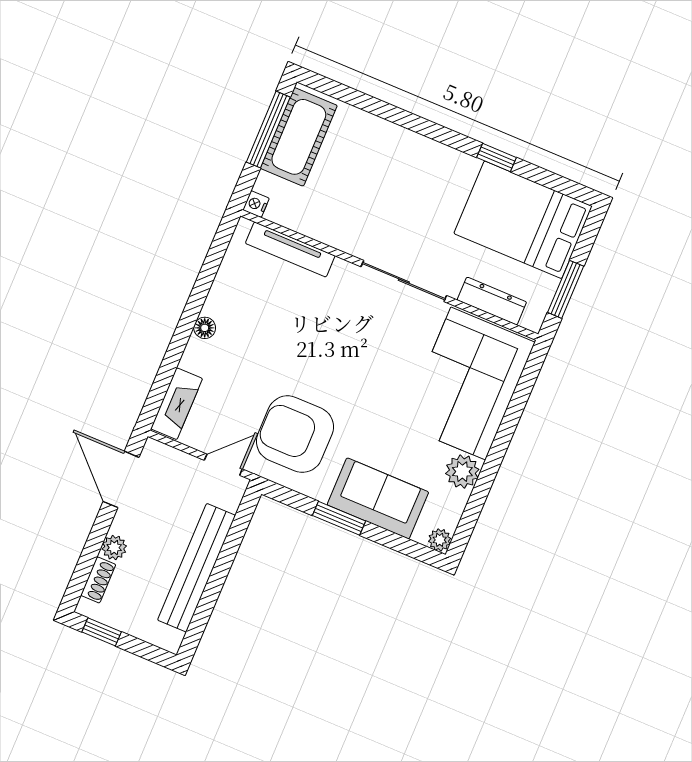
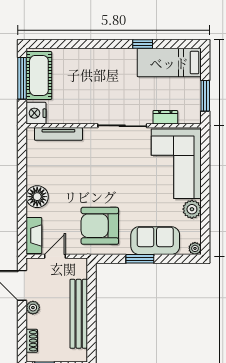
nightstand: (256, 204) -> (36, 113), width x1.89, depth x1.79
bed: (523, 220) -> (169, 63), width x0.67
dresser: (492, 301) -> (165, 117), width x0.70
floor lamp: (205, 328) -> (37, 197), width x1.89, depth x1.89
door: (223, 465) -> (55, 256), moved
plant: (114, 548) -> (33, 308), moved

